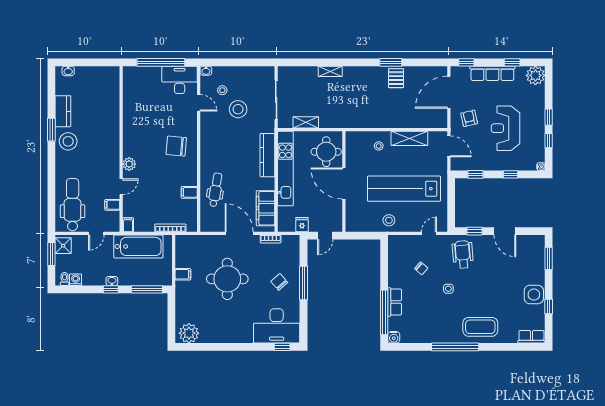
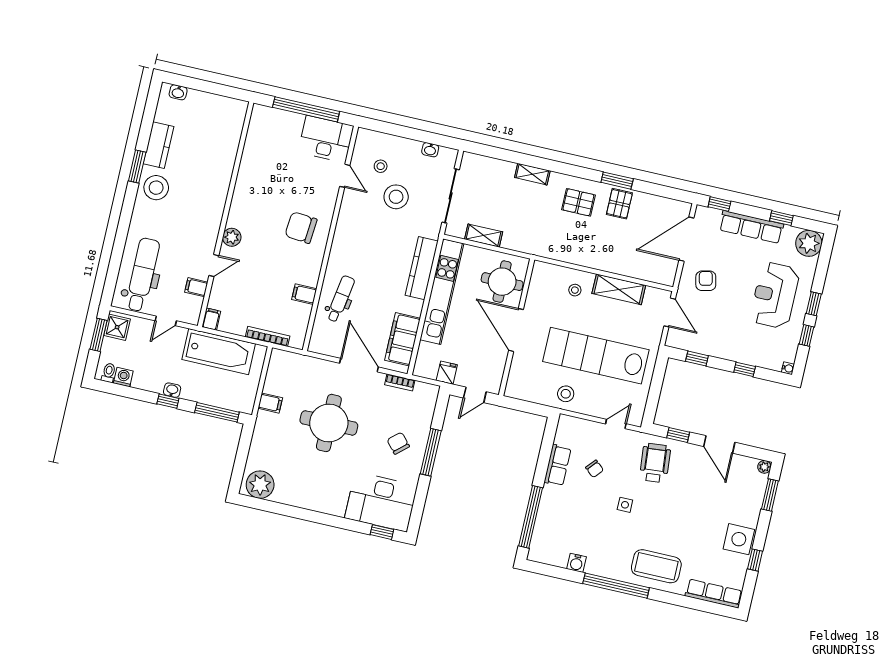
washbasin: (206, 71) -> (430, 150), moved
pallet: (367, 84) -> (578, 202), added
reception desk: (506, 128) -> (775, 295), moved
plant: (540, 240) -> (764, 467), added
row of seats: (395, 302) -> (557, 465), moved
water cooler: (394, 337) -> (576, 563), moved
row of seats: (531, 337) -> (714, 594), width x1.48

